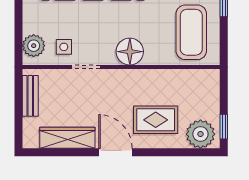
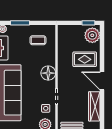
coffee table: (191, 32) -> (38, 40), width x0.54, depth x0.58
rug: (156, 120) -> (85, 59), turned 90
door: (115, 152) -> (102, 81), hinge flipped

